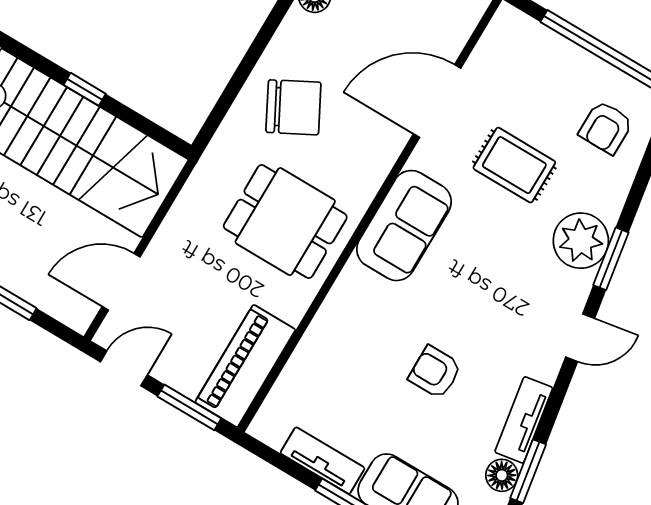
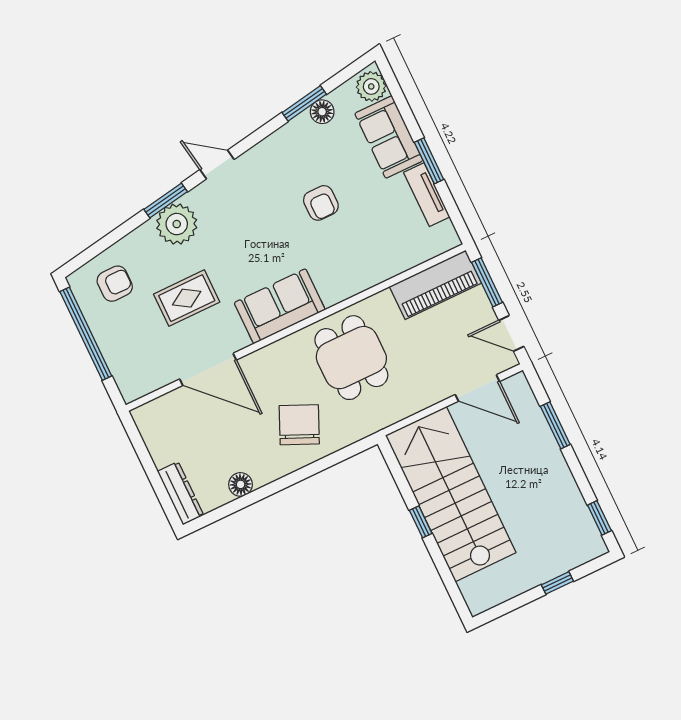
chair: (293, 107) -> (299, 425), turned 52
rug: (514, 165) -> (187, 298), turned 90
tv unit: (524, 420) -> (286, 137), removed

